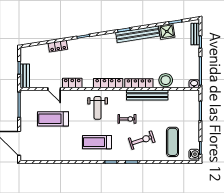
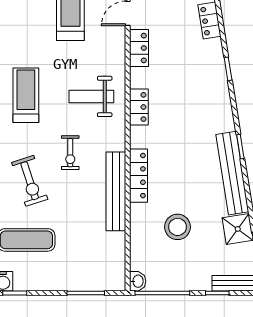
stool: (166, 80) -> (177, 227), moved
locker: (108, 83) -> (139, 107), width x0.66

